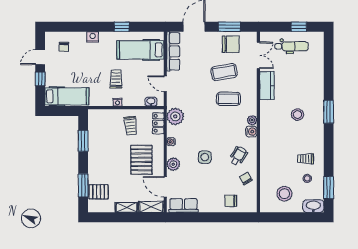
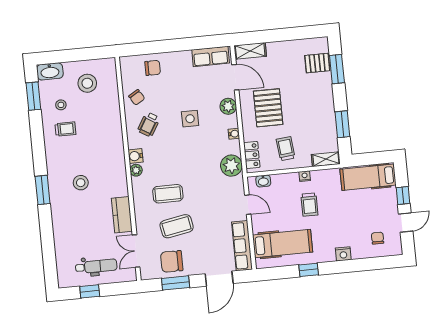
dental chair: (292, 46) -> (96, 266), turned 180
shelving: (127, 207) -> (326, 159), moved

